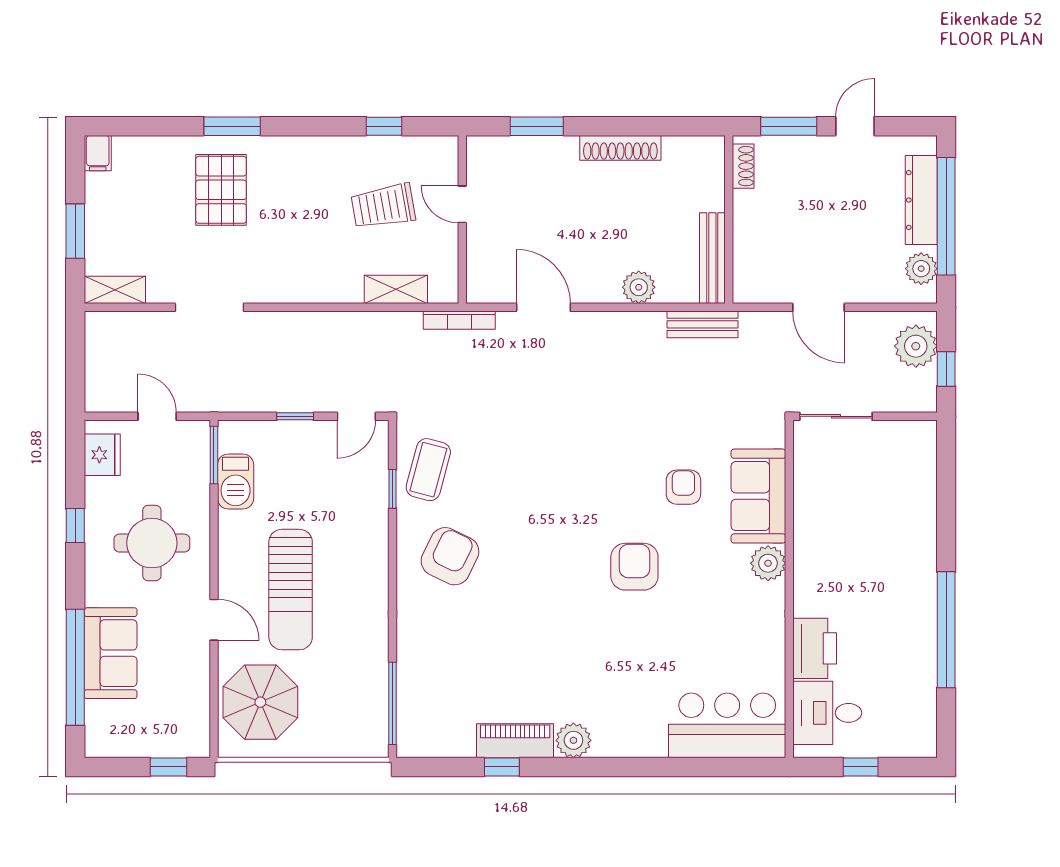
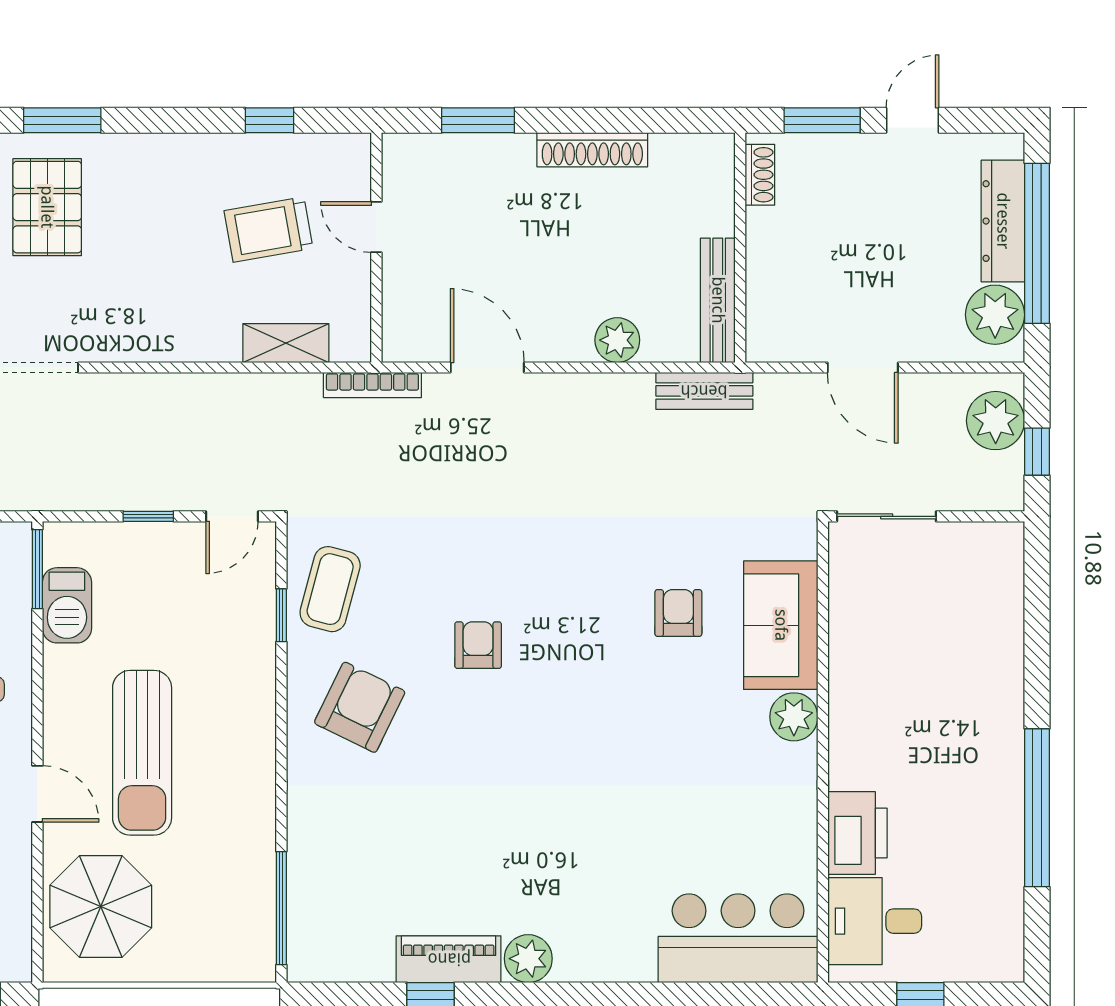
plant: (921, 269) -> (995, 315), width x1.36, depth x1.36
armchair: (634, 567) -> (478, 645), moved, width x0.72, depth x0.72

